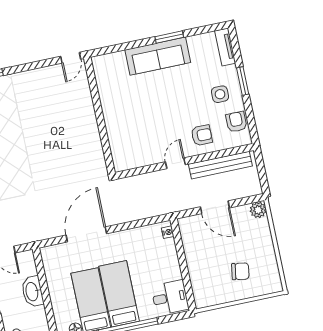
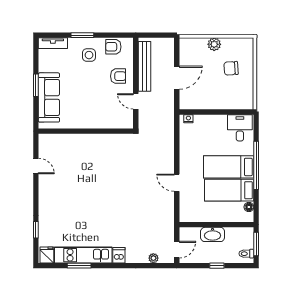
wall: (99, 116) -> (86, 131), moved
armchair: (202, 135) -> (118, 76), turned 90
plant: (258, 210) -> (214, 44), moved
door: (86, 234) -> (177, 183), width x0.53
chair: (240, 271) -> (231, 68), turned -103

